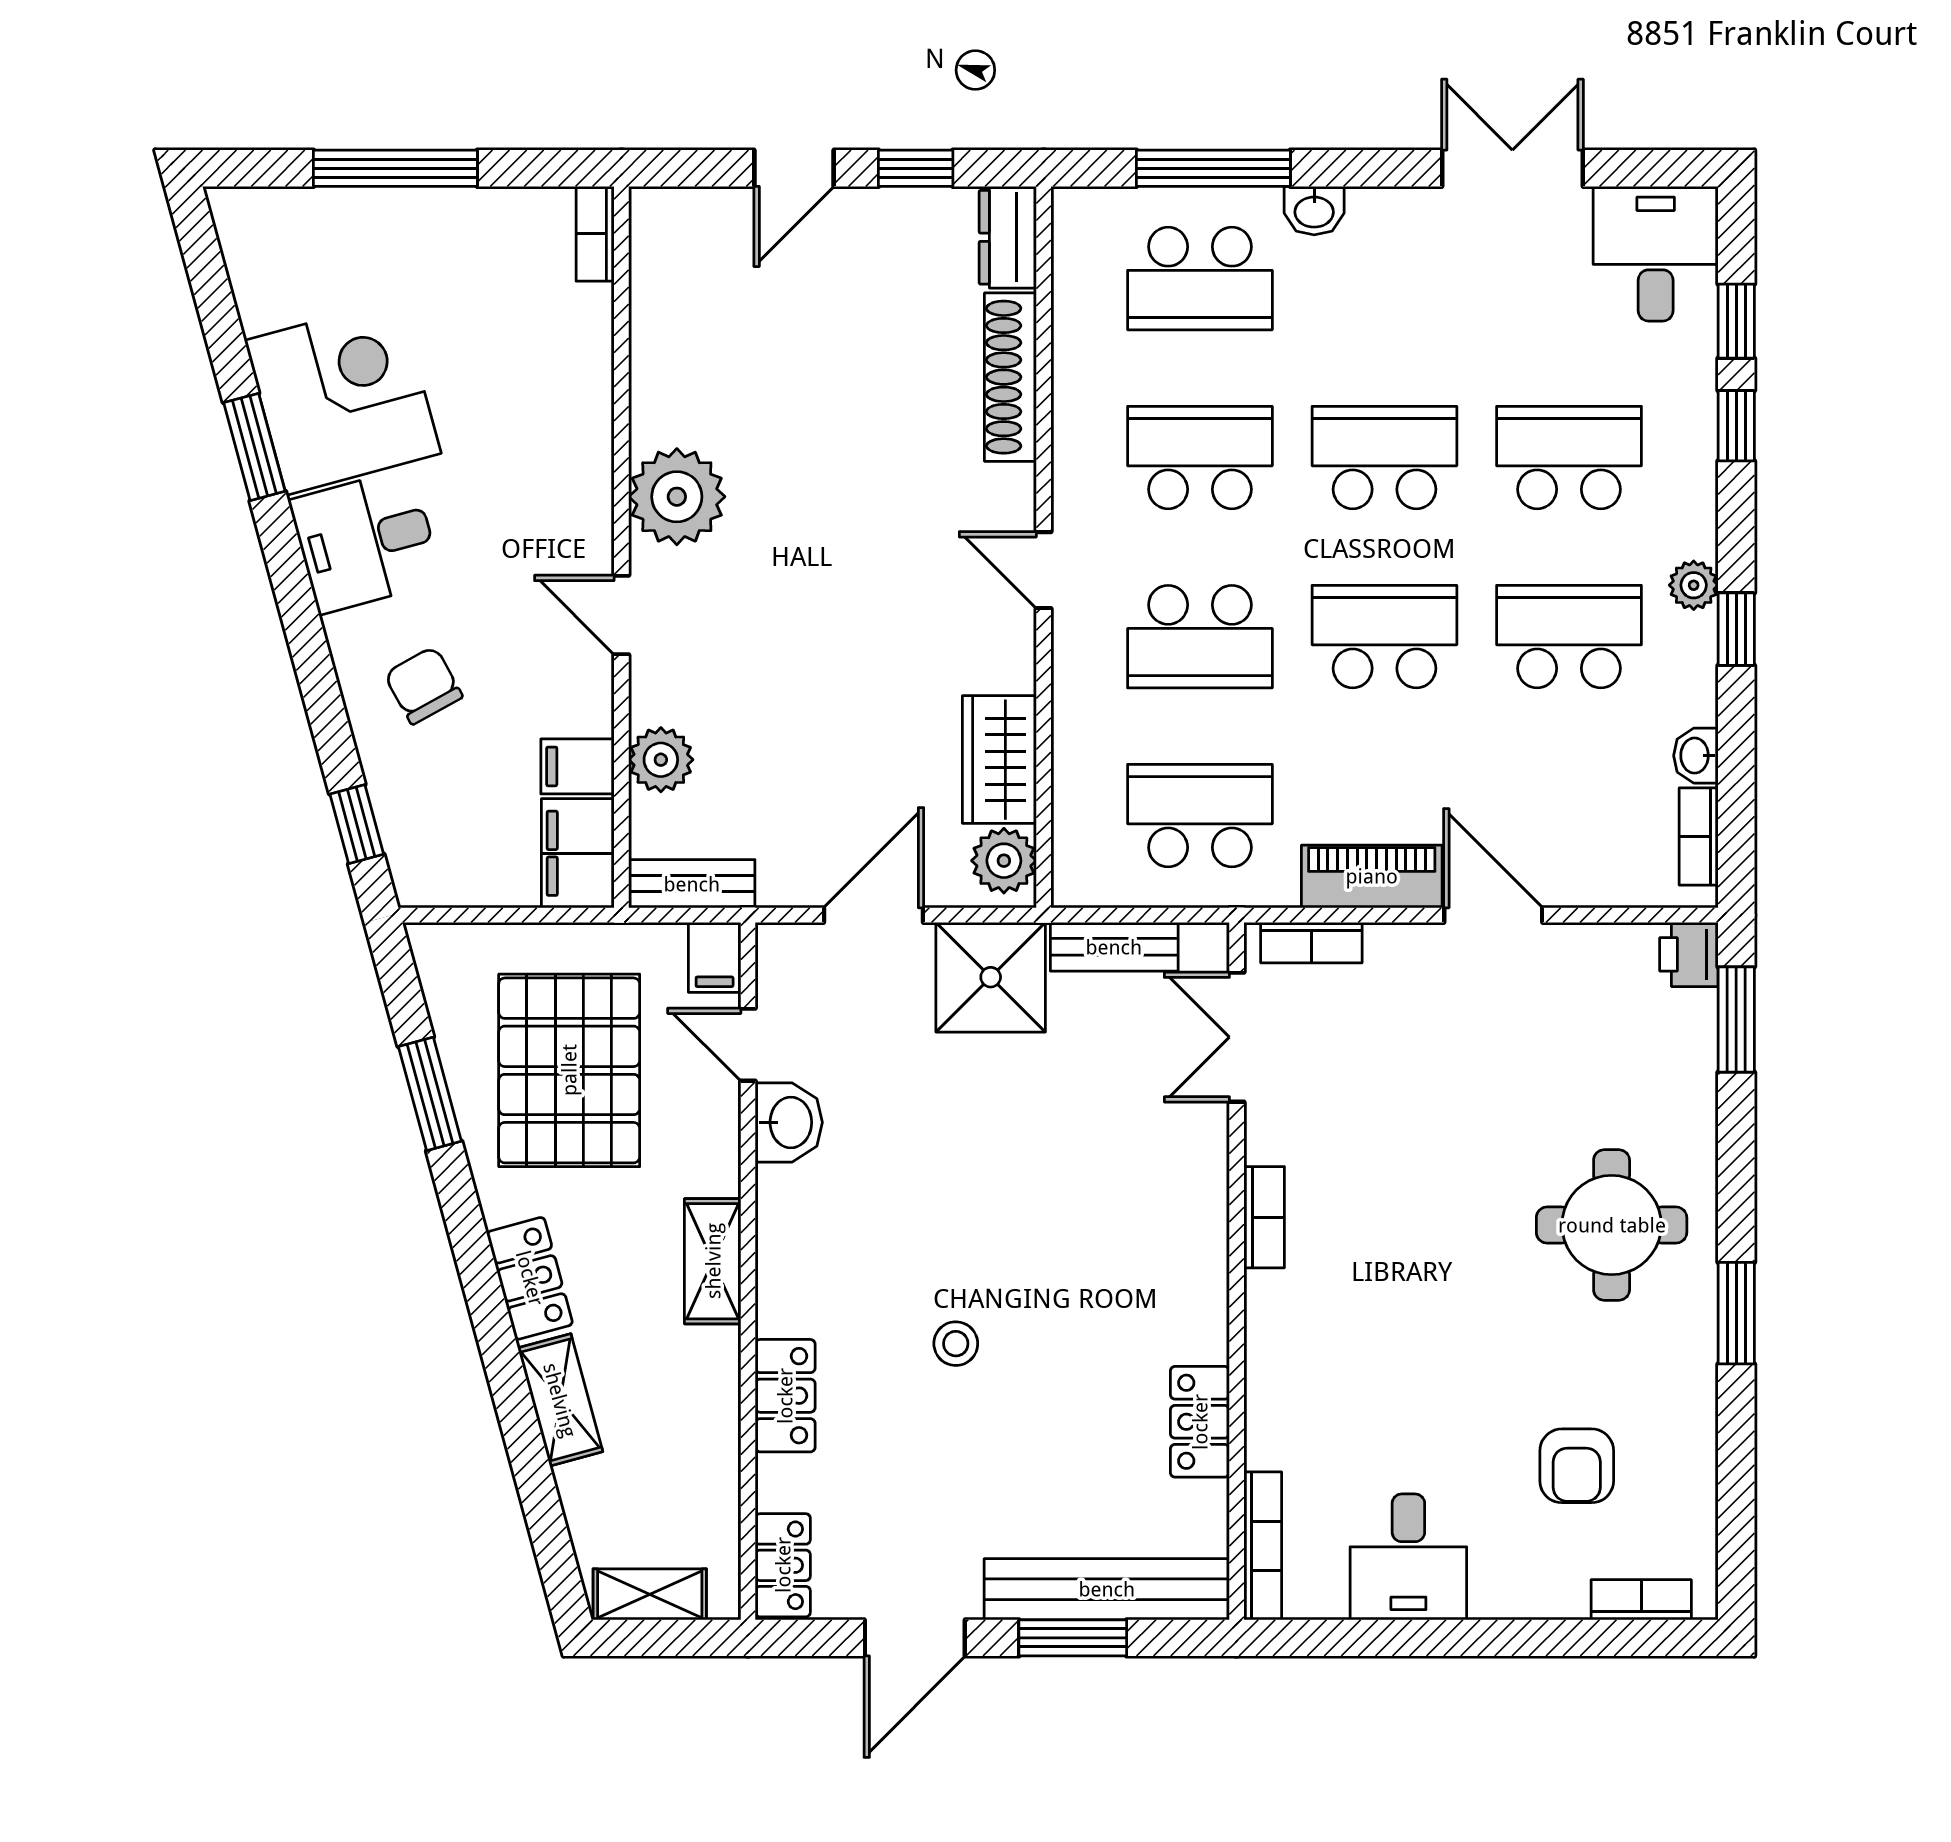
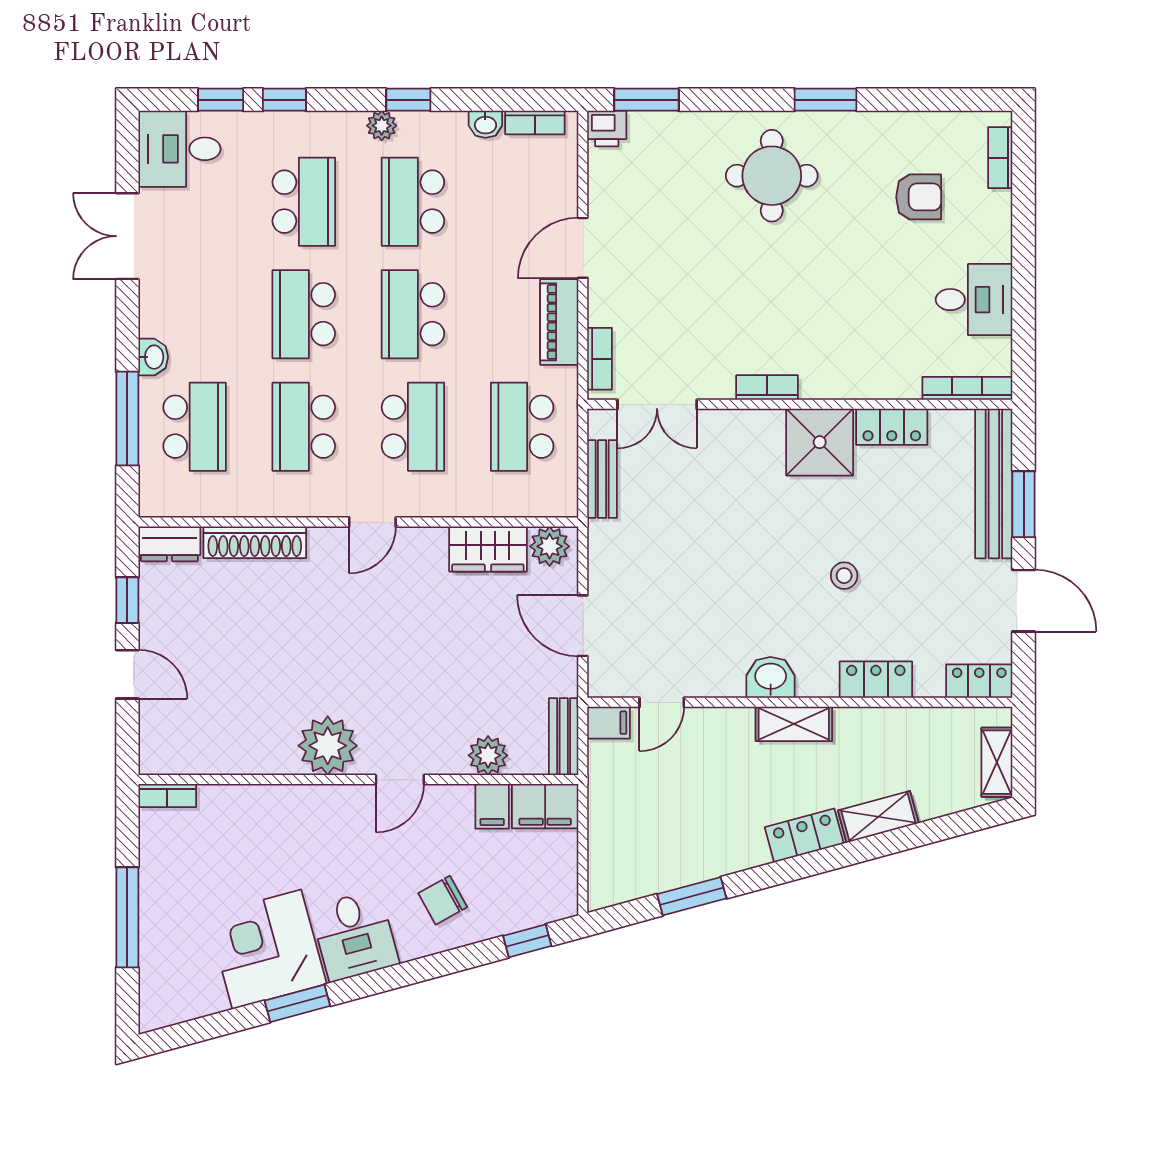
school desk: (1569, 458) -> (304, 202), turned 180
shower: (991, 977) -> (820, 442), moved
pallet: (569, 1070) -> (677, 811), removed
washbasin: (789, 1122) -> (771, 677), moved

